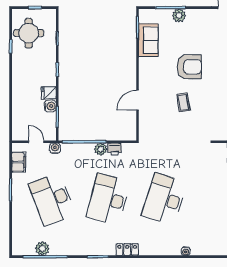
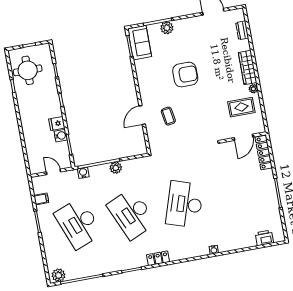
sofa: (148, 40) -> (140, 43), moved
coffee table: (183, 102) -> (168, 116), moved
water cooler: (55, 148) -> (83, 173), moved
printer: (115, 149) -> (129, 165), removed
filing cabinet: (19, 162) -> (41, 199), width x0.50
desk: (108, 199) -> (132, 214), turned -39
plant: (42, 248) -> (59, 275), moved

